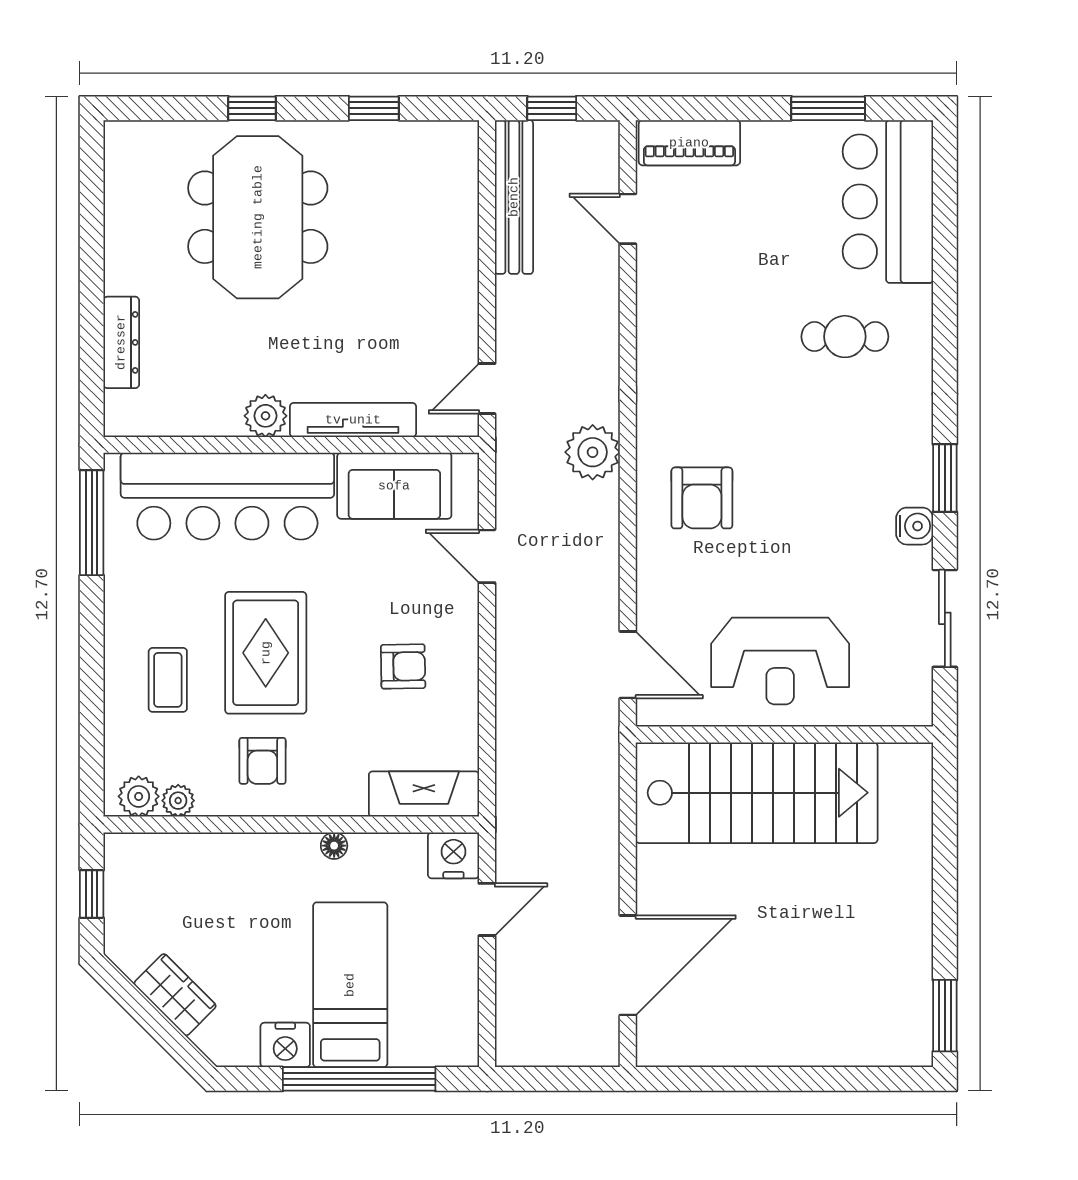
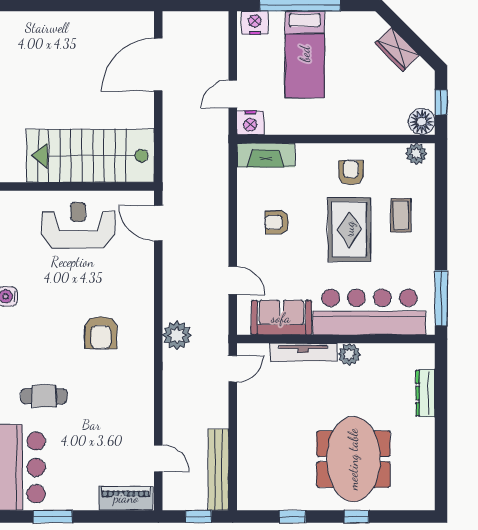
armchair: (702, 498) -> (101, 333), moved, turned 180
plant: (178, 801) -> (395, 152), removed
floor lamp: (334, 846) -> (422, 122), moved, width x1.89, depth x1.89
nightstand: (285, 1045) -> (255, 23), moved

